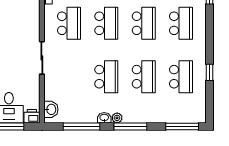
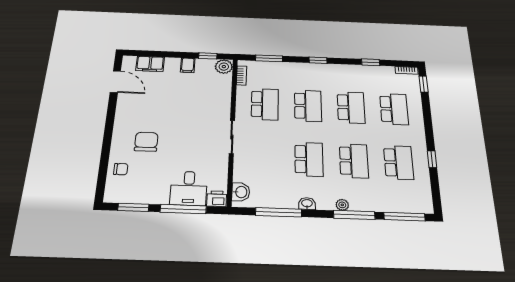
plant: (117, 118) -> (342, 205), moved
window: (130, 126) -> (354, 215), moved

